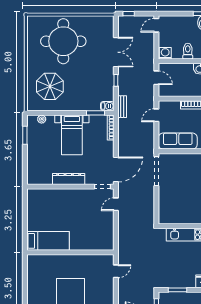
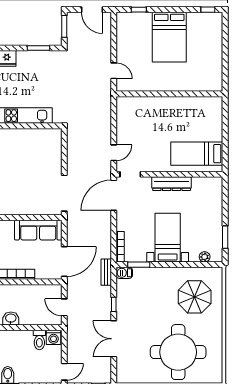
toilet: (188, 51) -> (39, 340), moved
door: (156, 115) -> (64, 262), width x1.87
bed: (48, 241) -> (197, 154), moved
door: (116, 271) -> (114, 71), swing flipped

